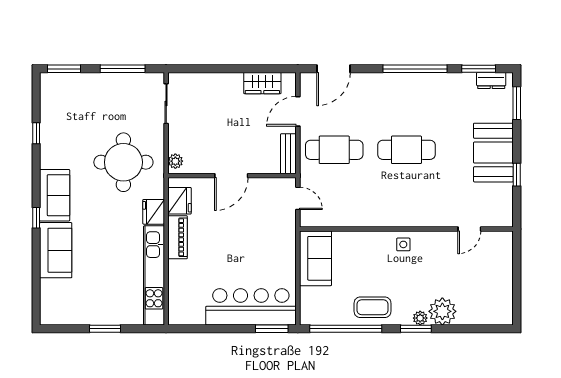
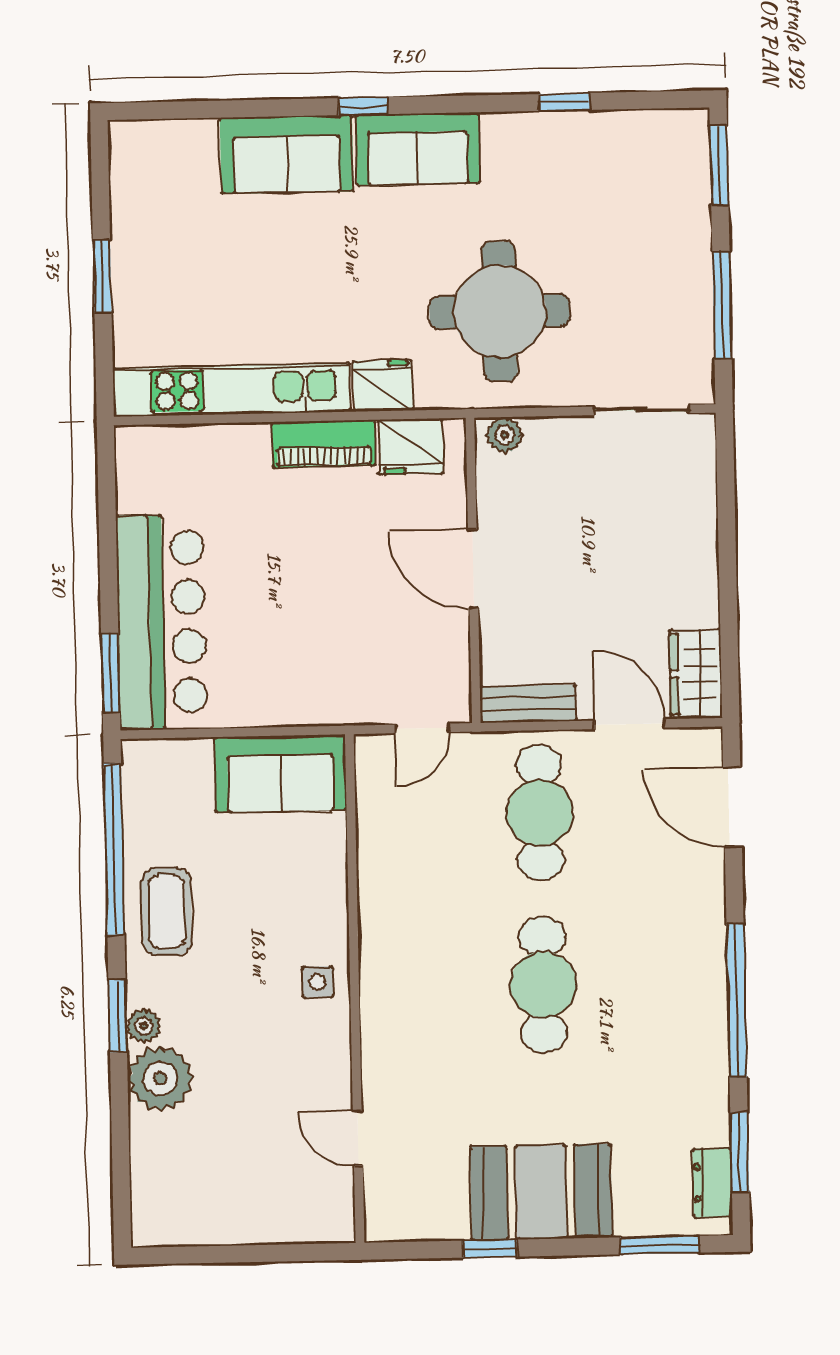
wardrobe: (262, 83) -> (696, 674), moved

